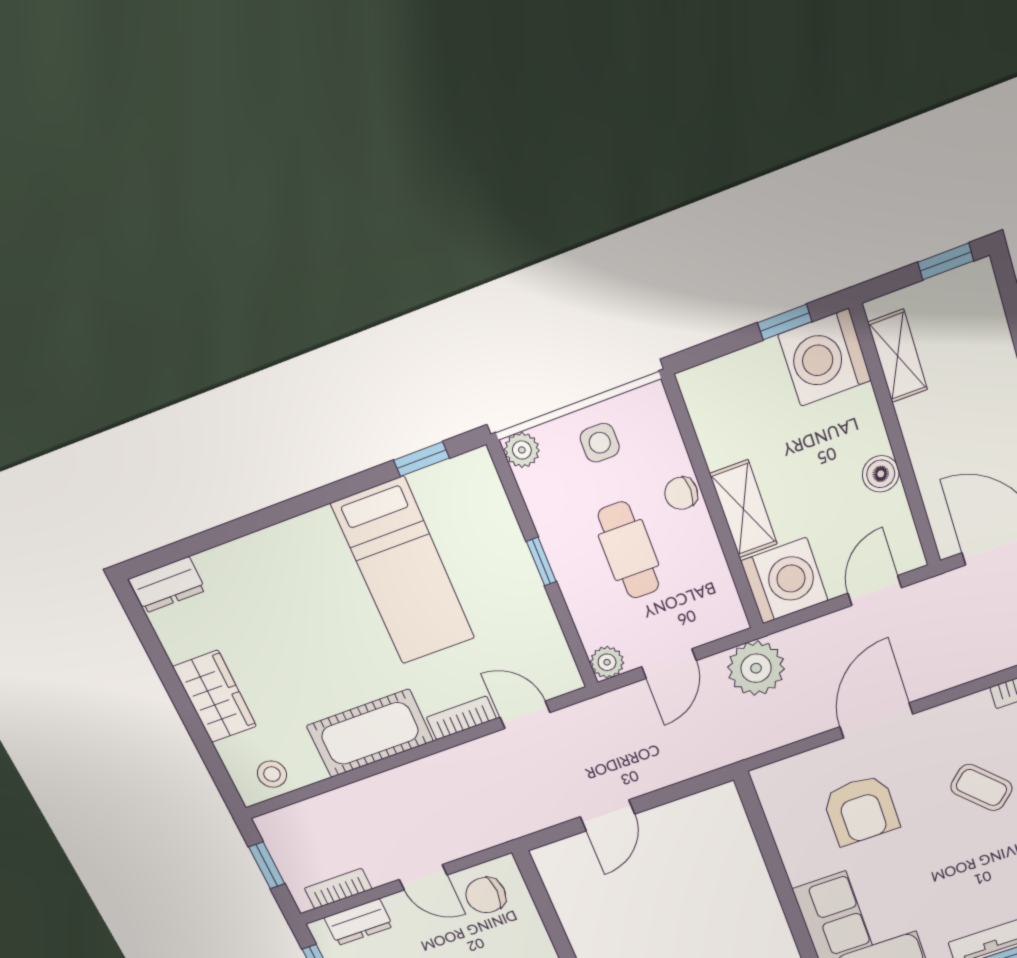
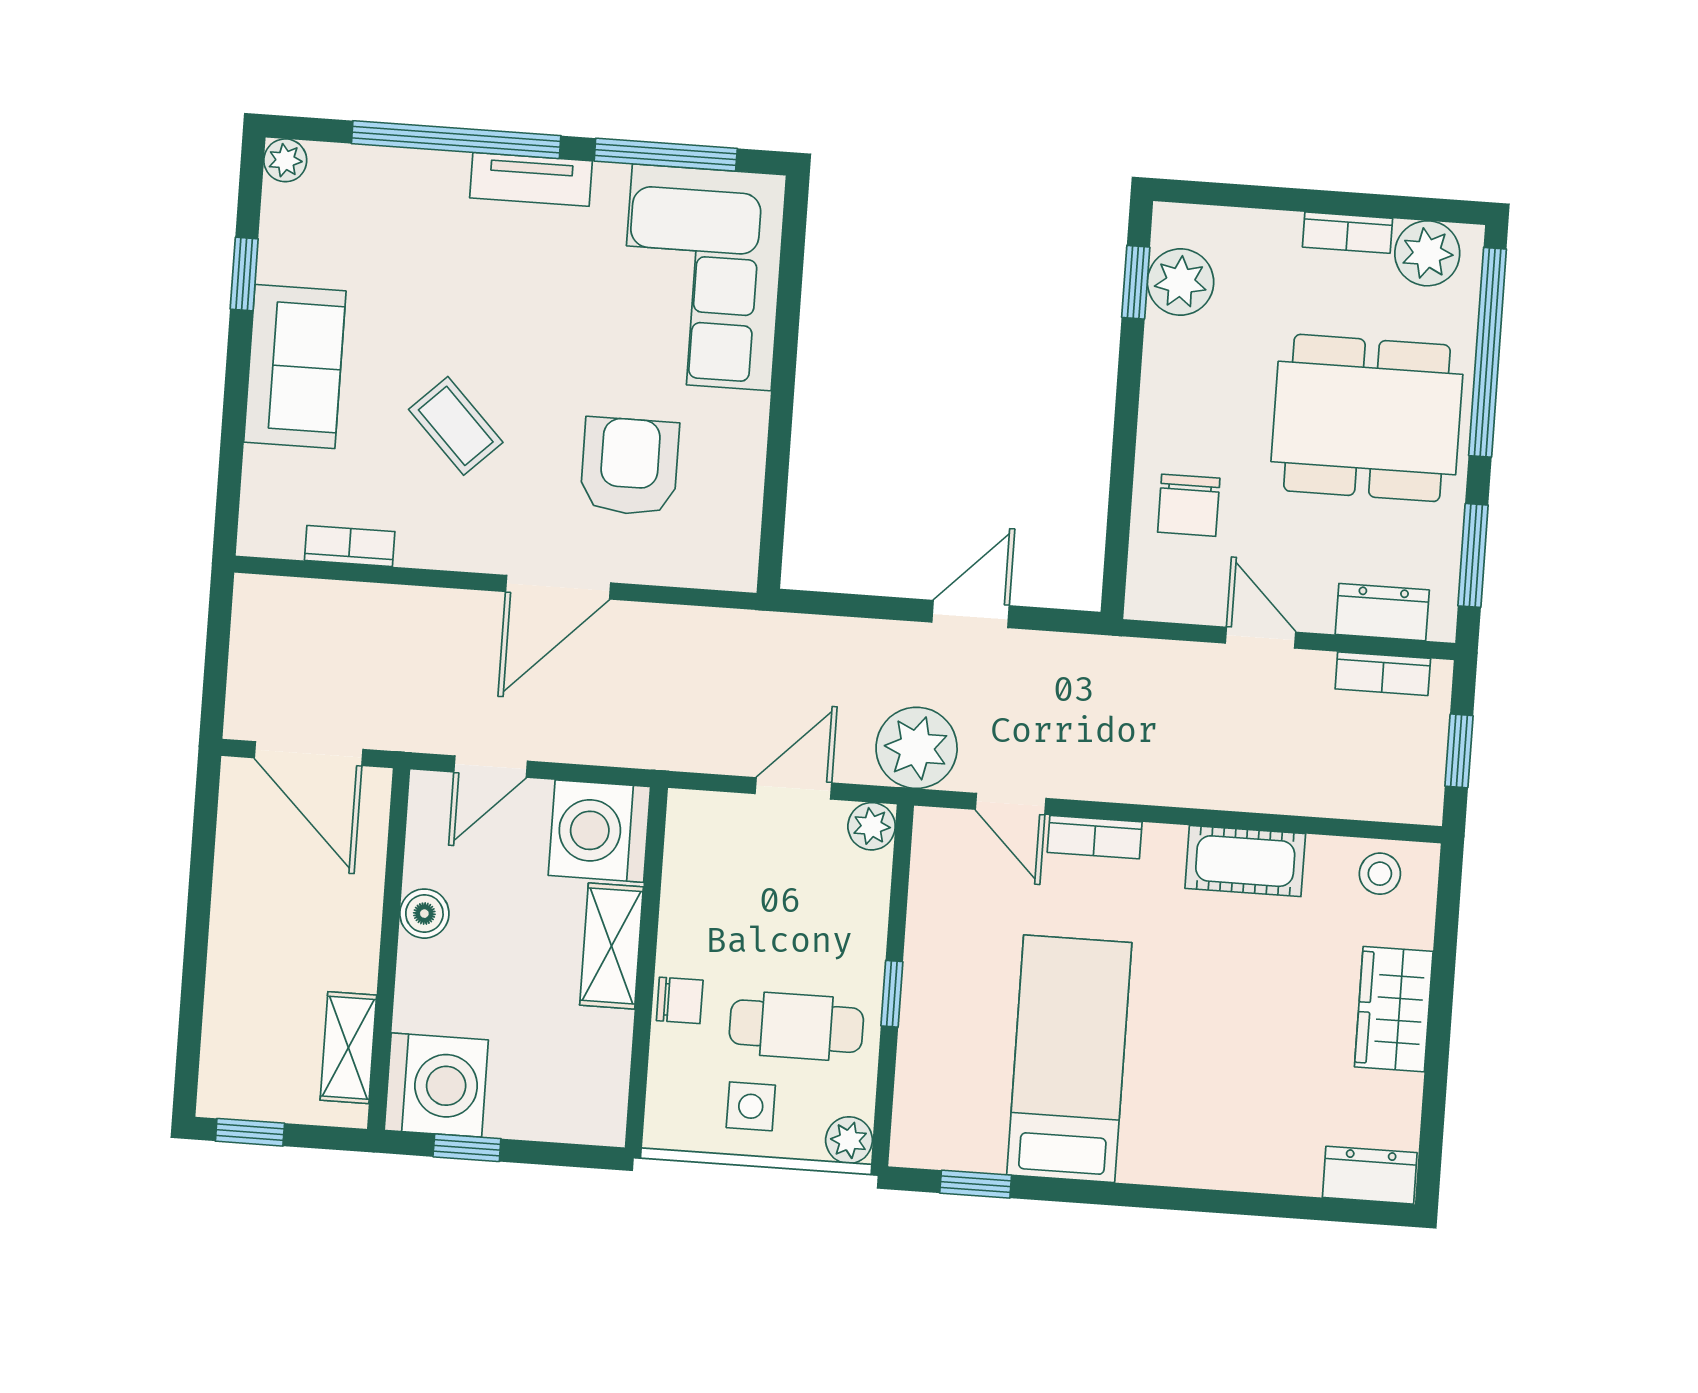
cafe table: (629, 550) -> (796, 1026), moved, turned 90
plant: (756, 668) -> (917, 748), moved
cot: (370, 733) -> (1245, 861), width x0.73, depth x0.75
chair: (486, 895) -> (1189, 505), moved, turned 90

